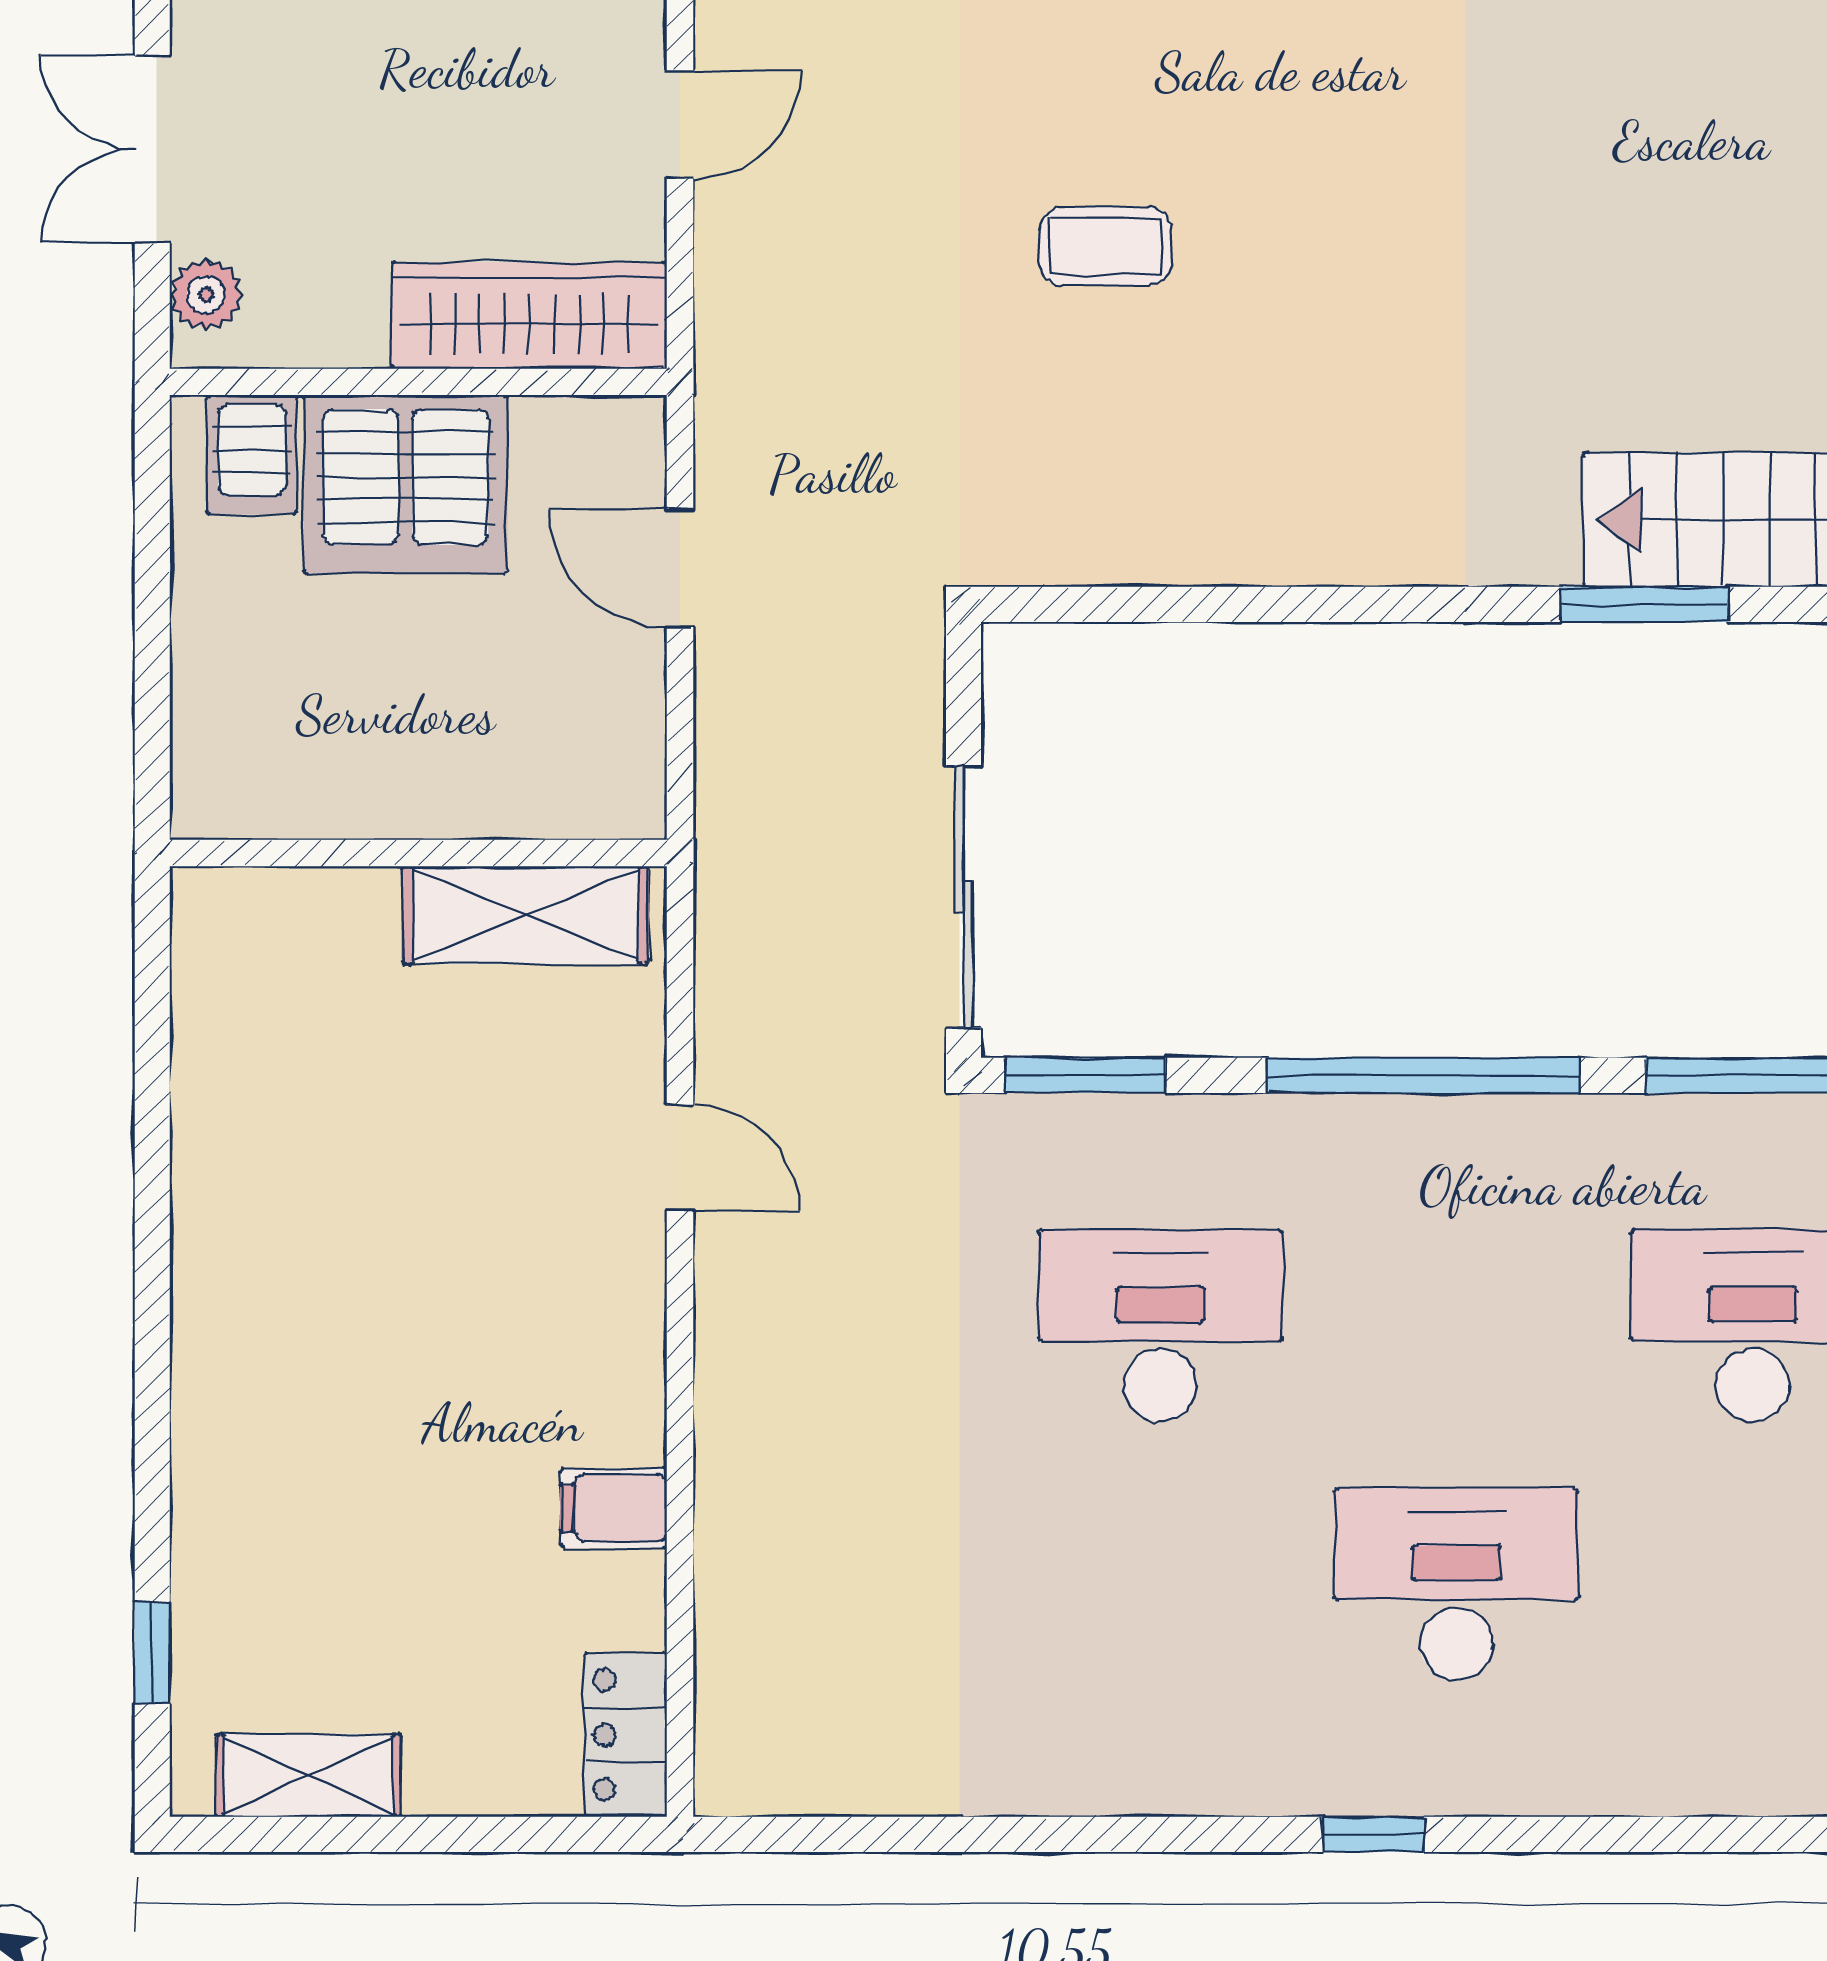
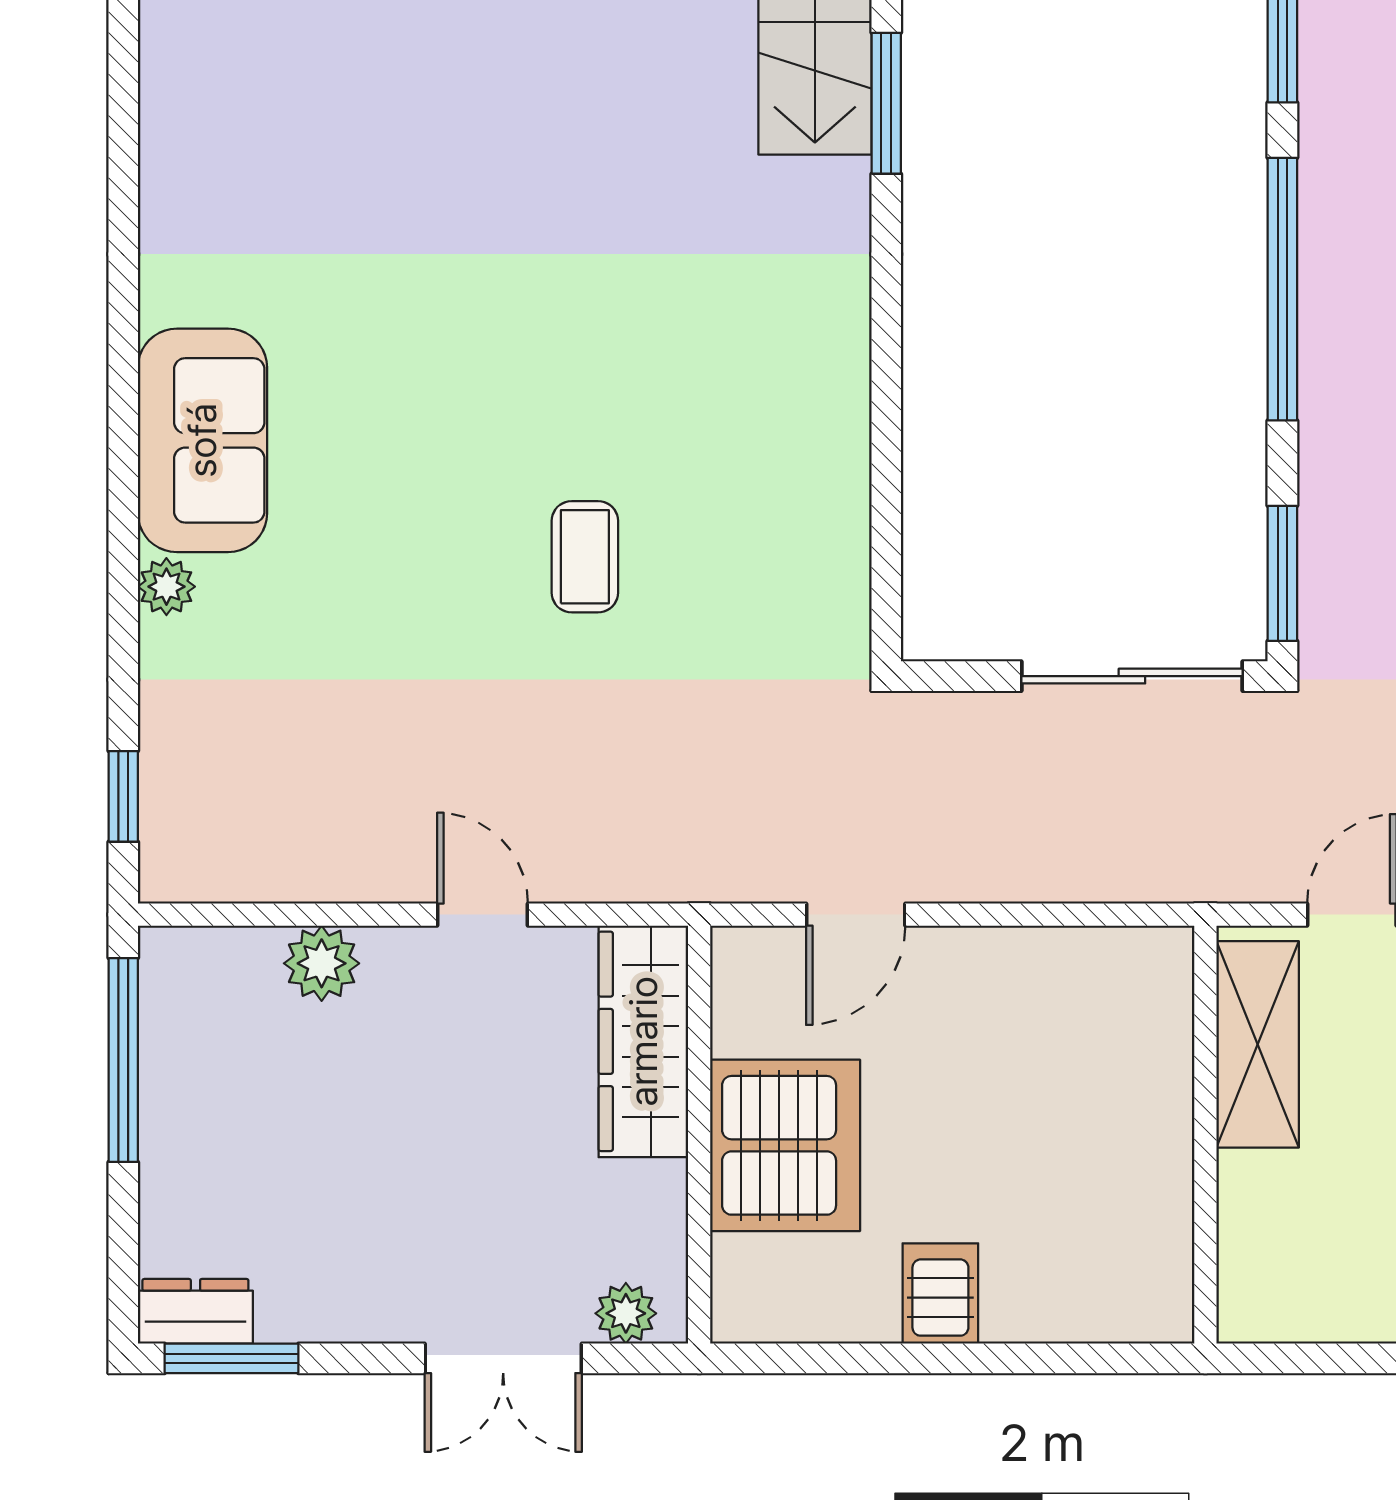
server rack: (252, 455) -> (940, 1294), moved, turned -90
wall: (418, 853) -> (1205, 1135), moved
shelving: (526, 915) -> (1258, 1044), moved

